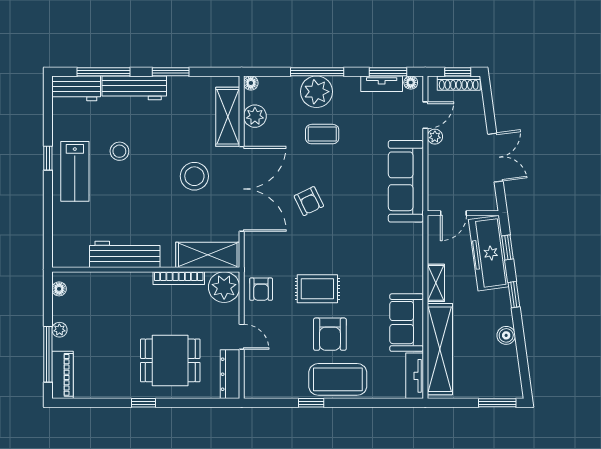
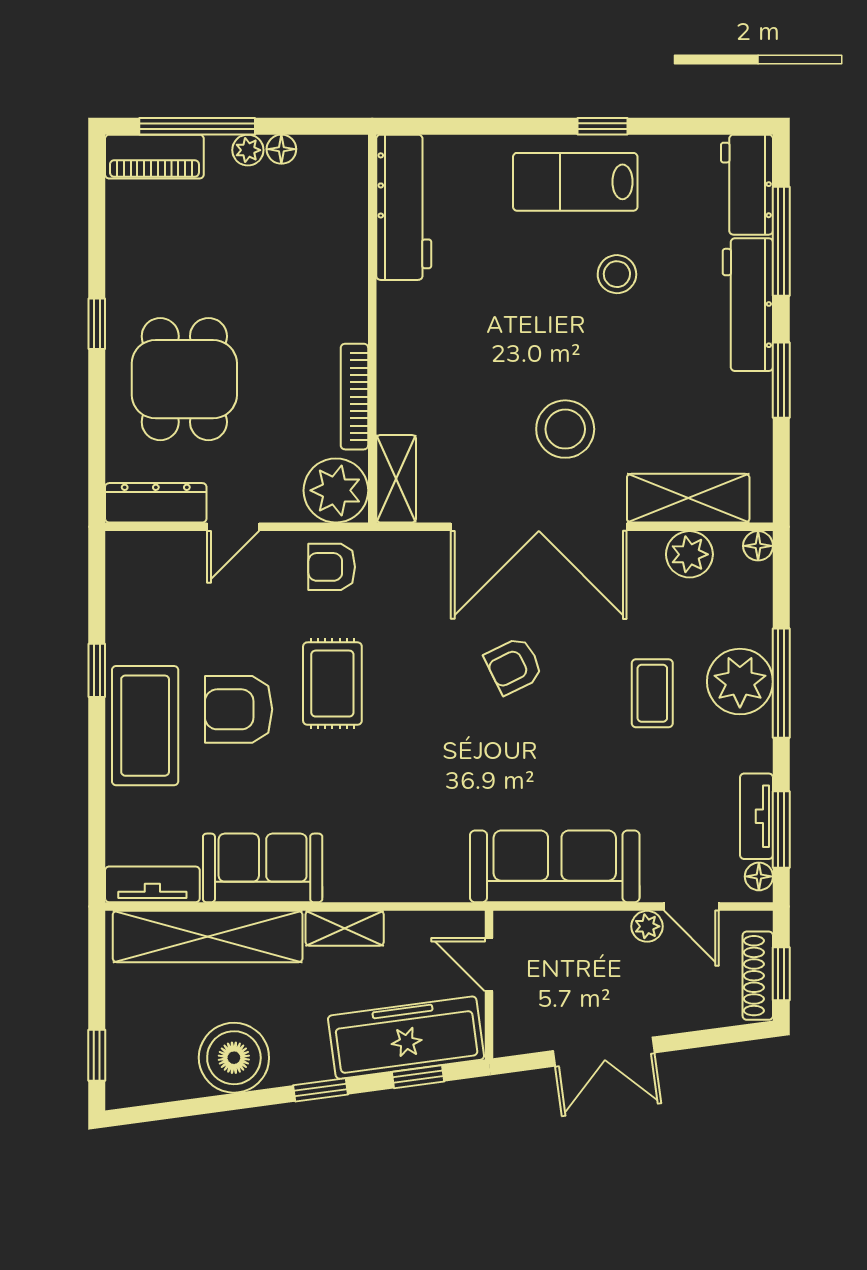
workbench: (125, 254) -> (404, 207), moved
shelving: (208, 255) -> (396, 479), width x0.67, depth x0.75
floor lamp: (59, 289) -> (281, 149), moved
boiler: (506, 335) -> (234, 1058), width x1.86, depth x1.86
window: (497, 403) -> (97, 1055), width x0.67

